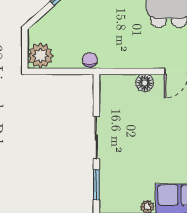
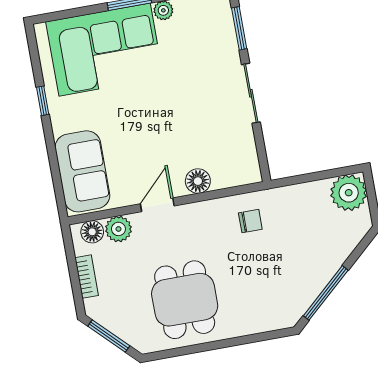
chair: (90, 60) -> (250, 221), moved, turned -90

